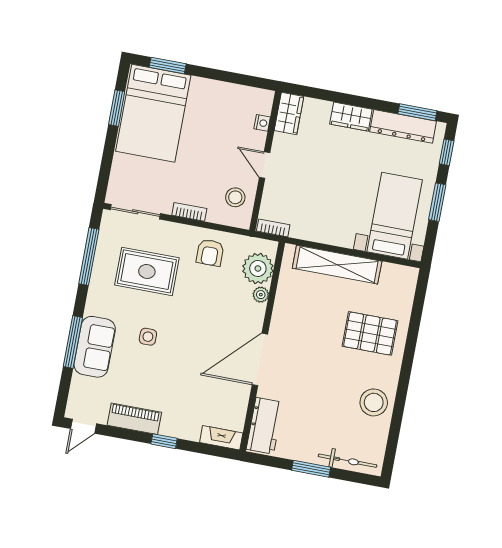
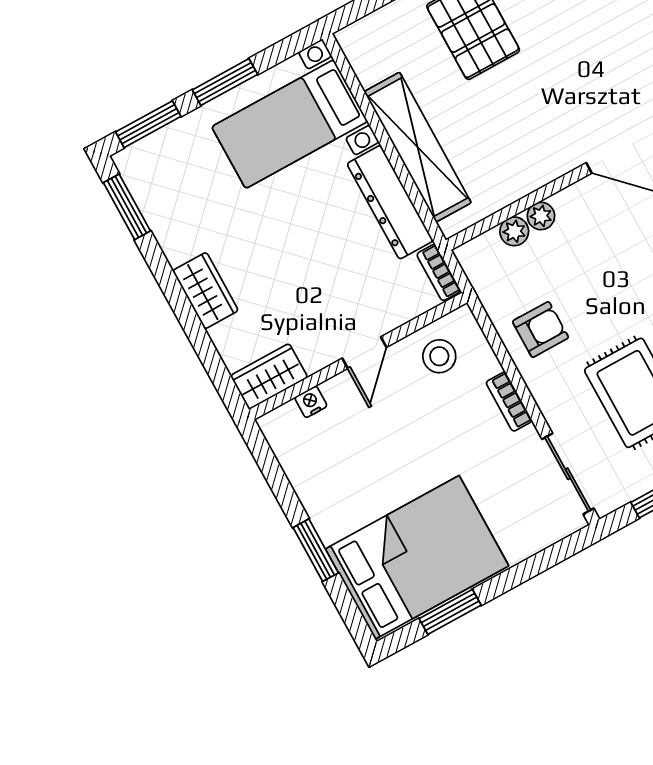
window: (168, 66) -> (316, 550), moved
dresser: (403, 126) -> (390, 202), moved, turned 180
window: (447, 152) -> (148, 124), width x1.50
plant: (258, 268) -> (514, 231), width x0.53, depth x0.53

